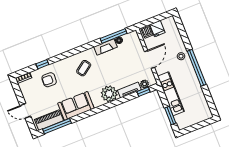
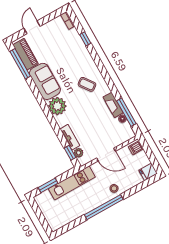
fridge: (157, 28) -> (148, 172), moved
armchair: (49, 80) -> (69, 48), removed
plant: (109, 94) -> (57, 106), moved

